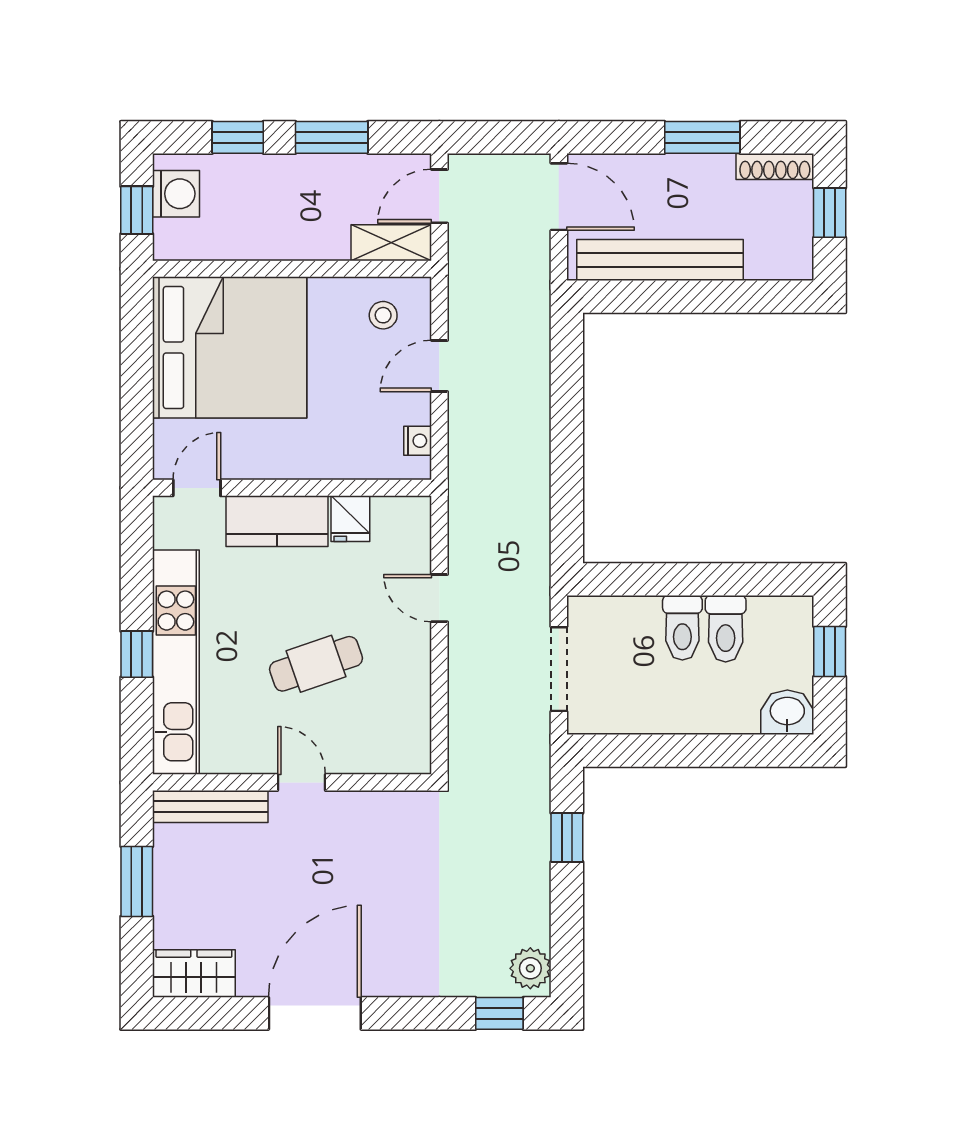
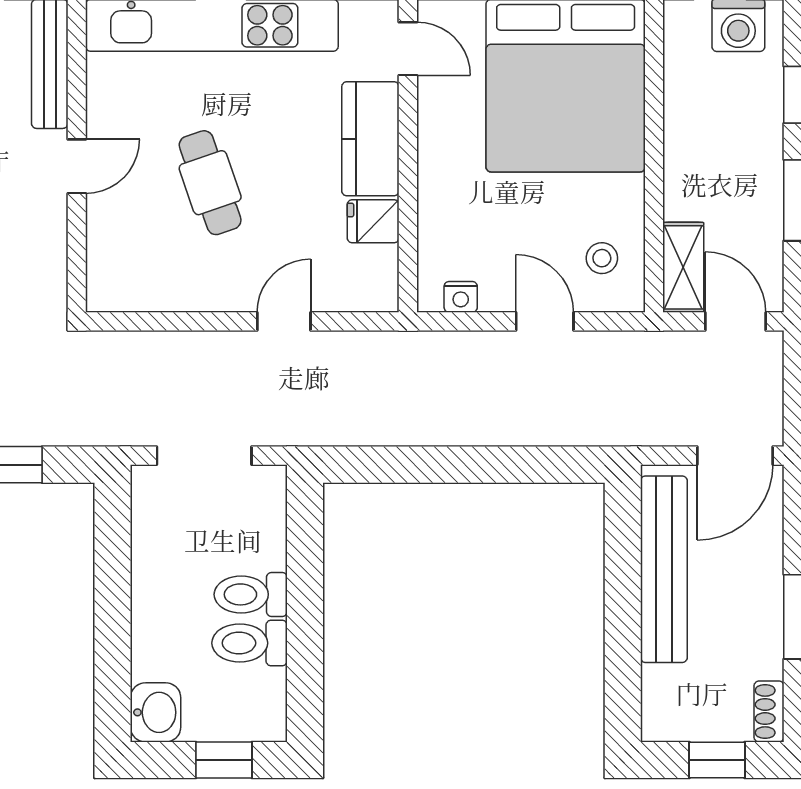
shoe rack: (775, 166) -> (769, 712), width x0.70

